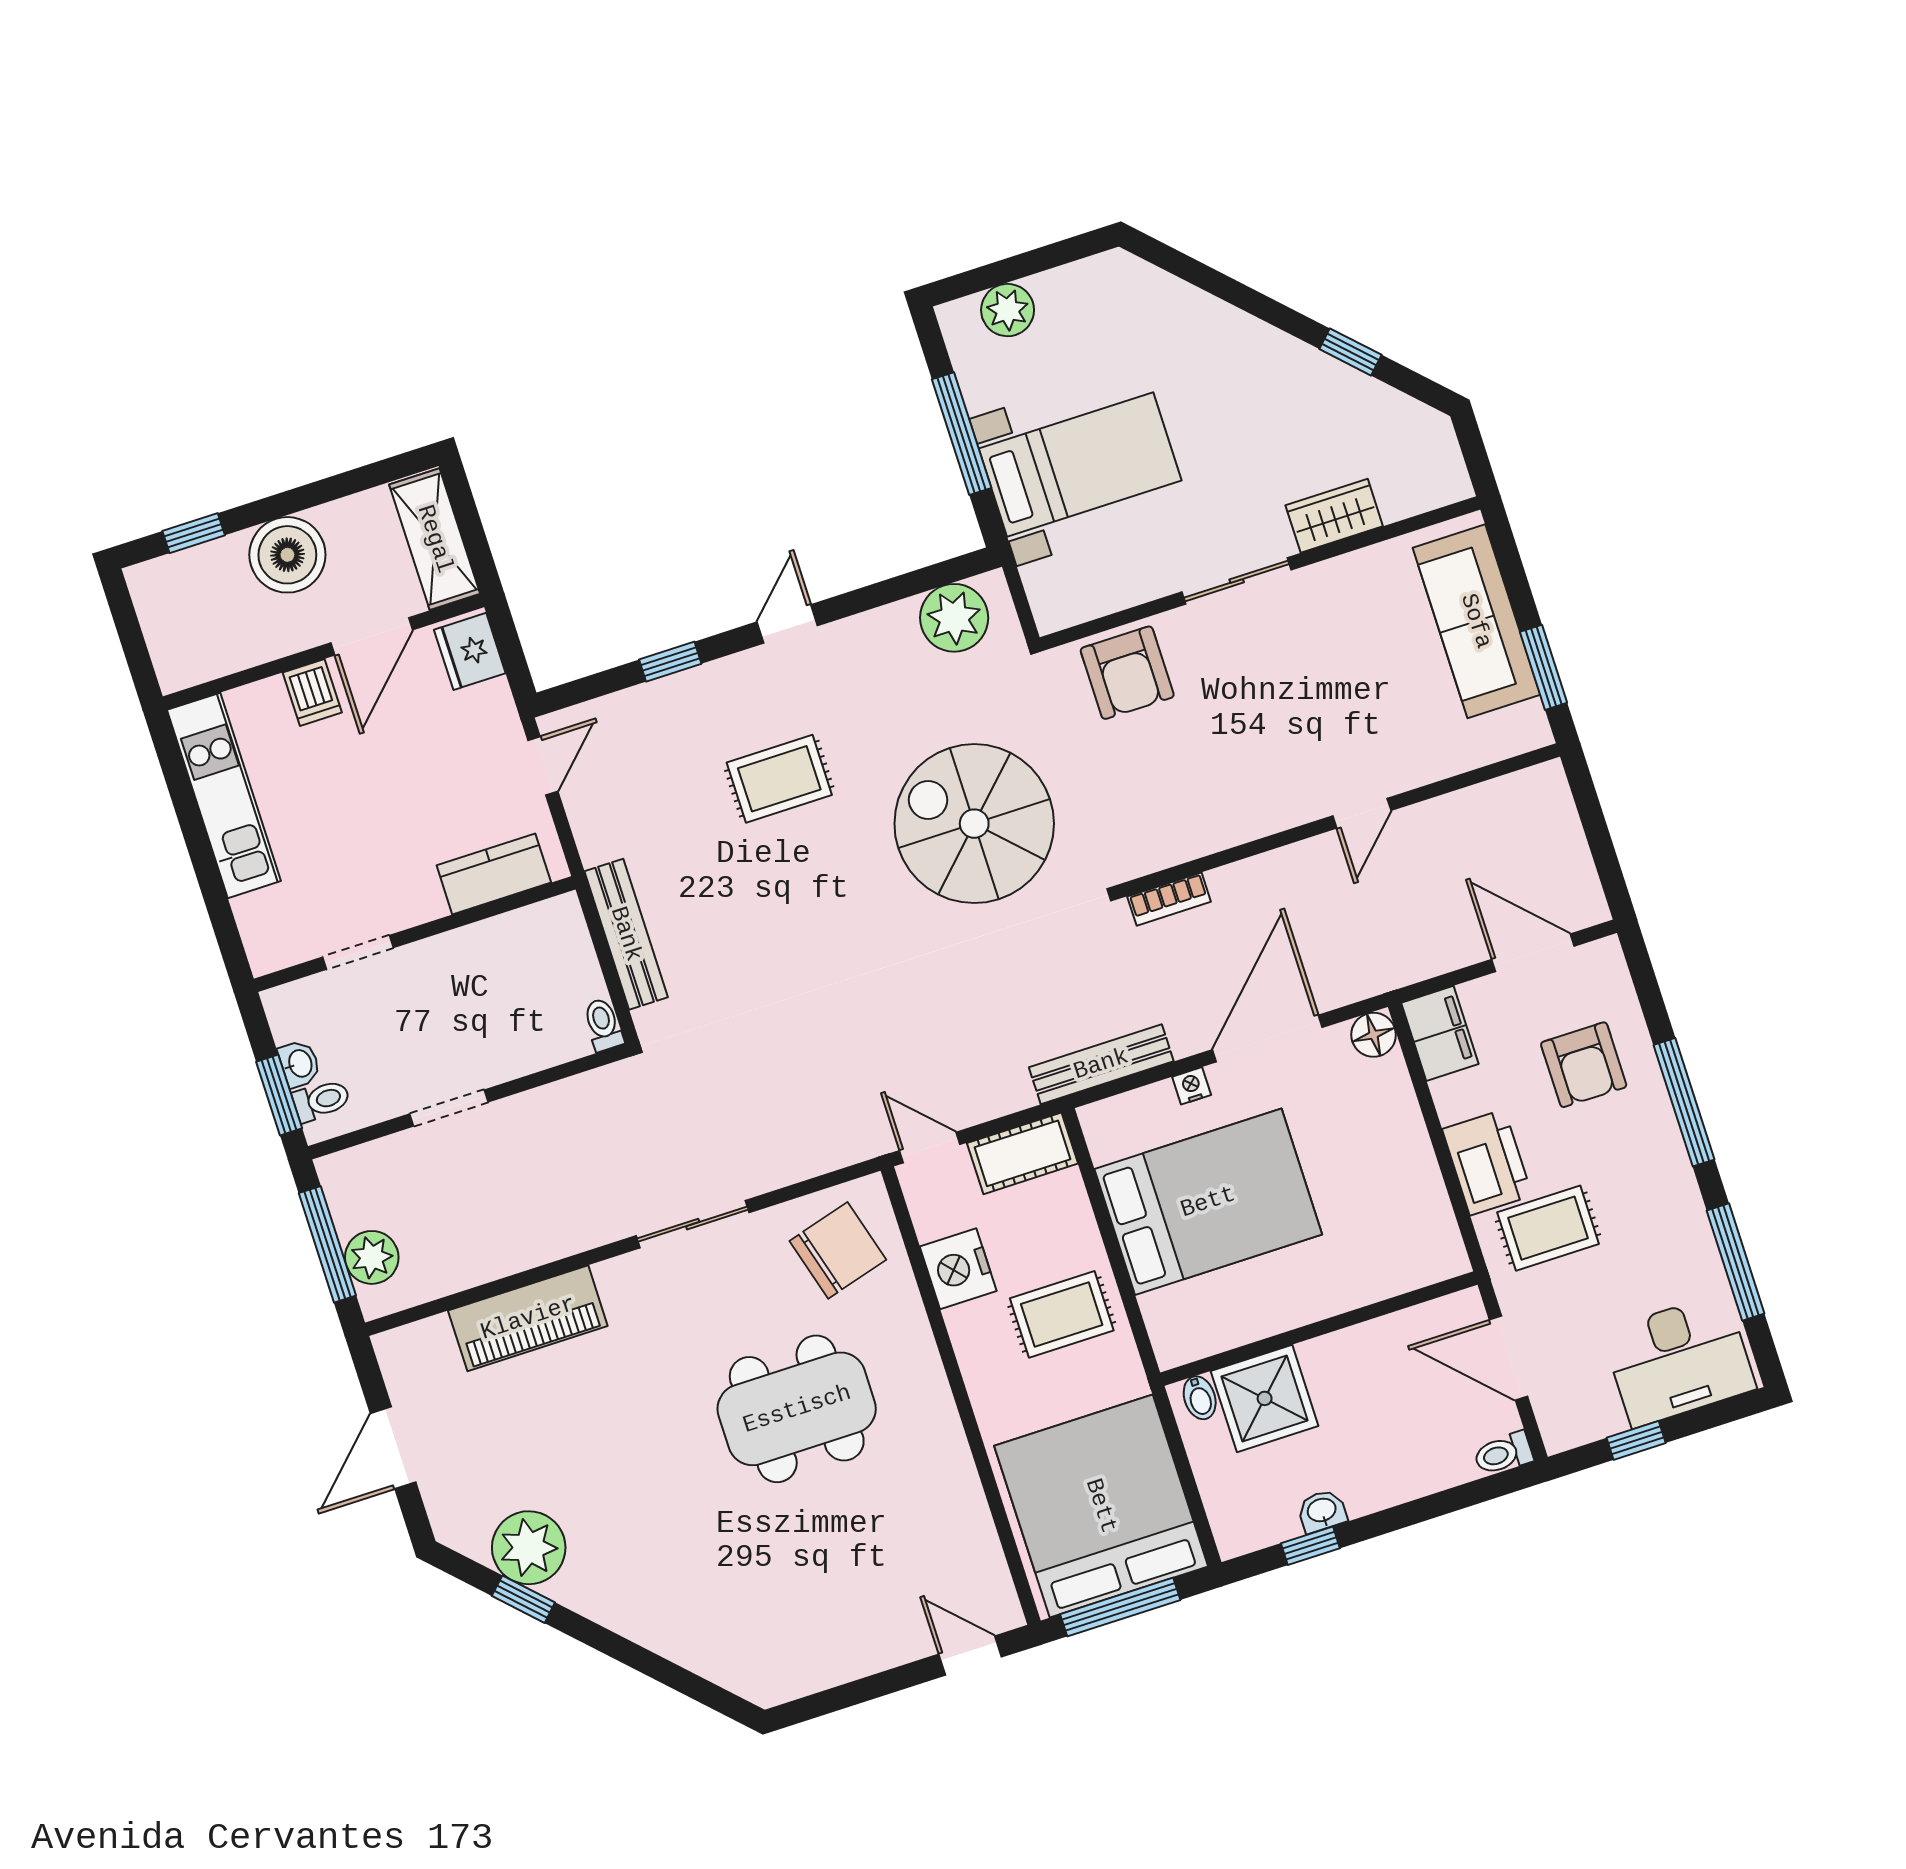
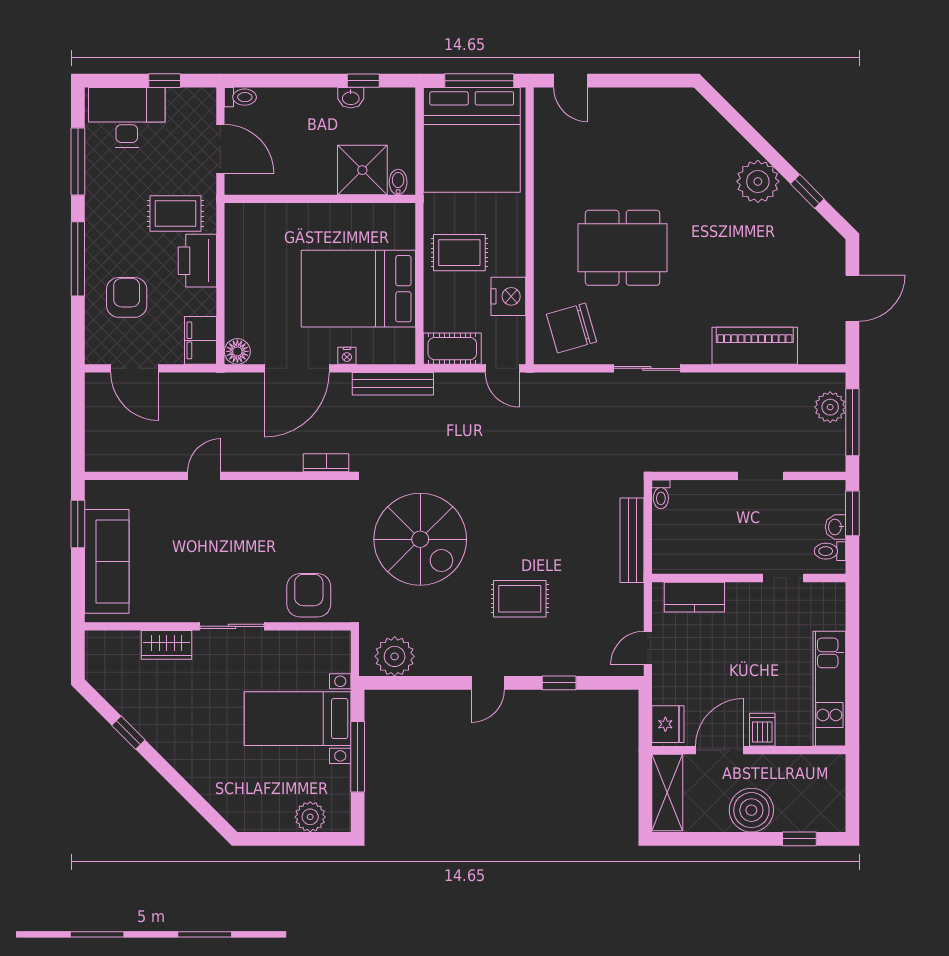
toilet: (321, 1100) -> (830, 551), moved
plant: (529, 1548) -> (758, 181), moved

